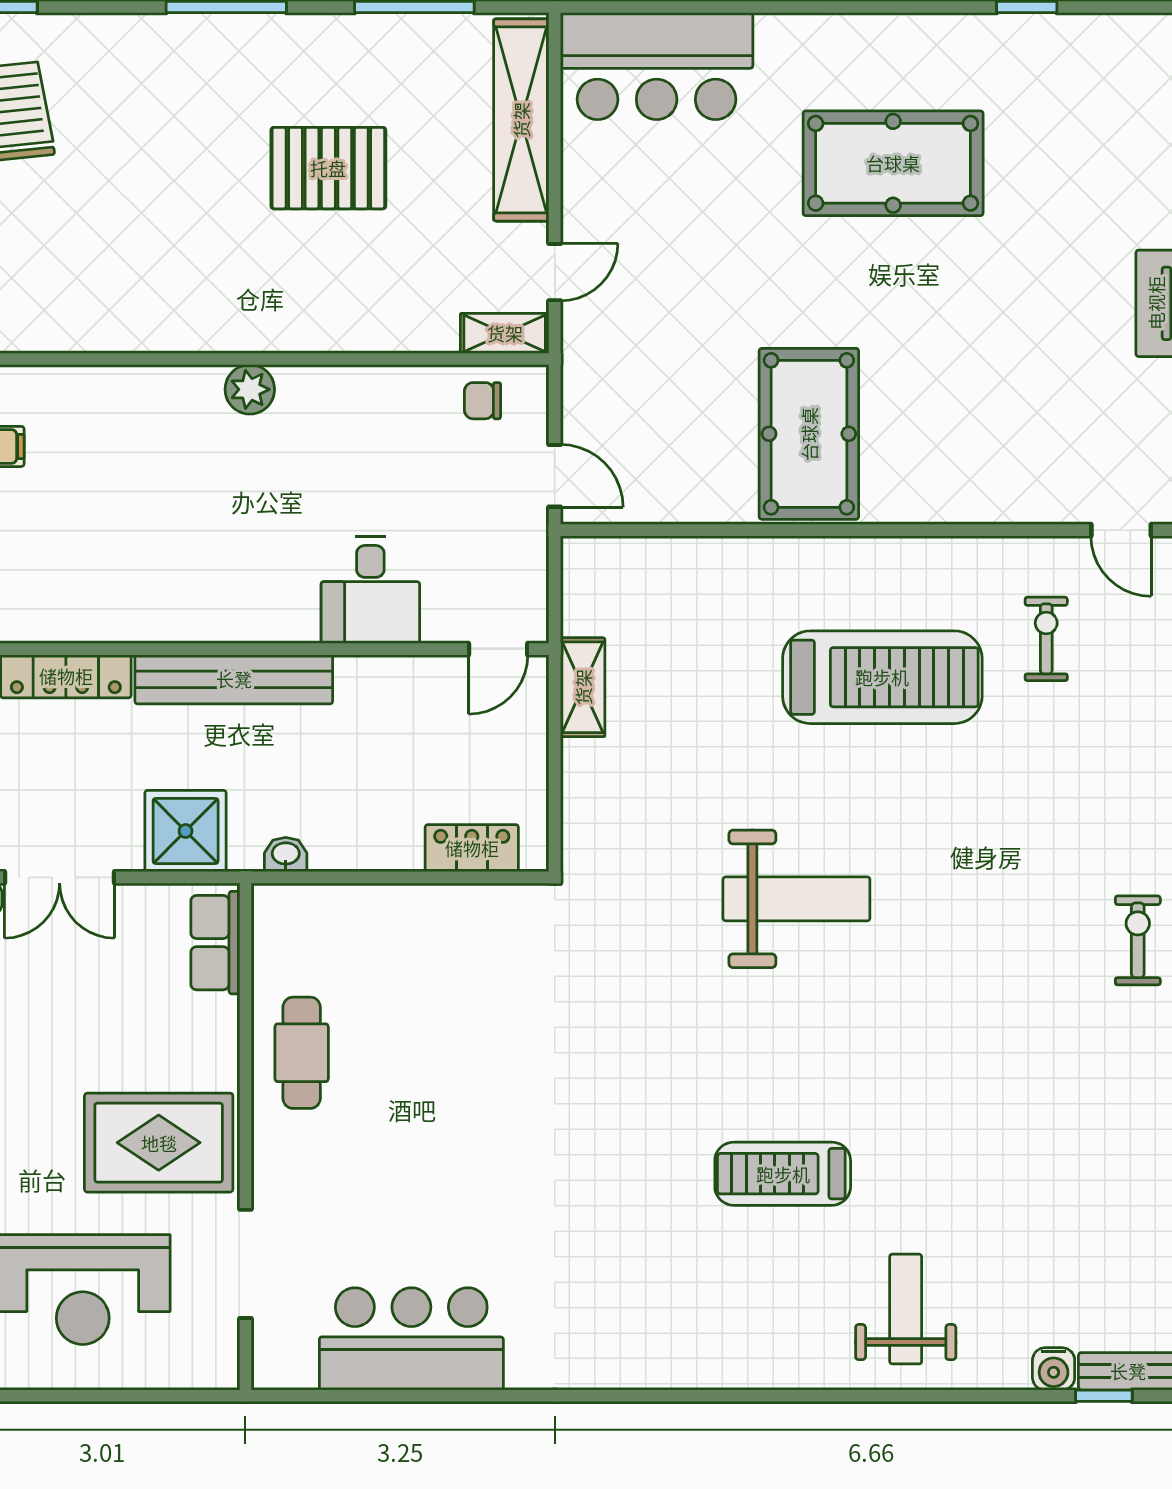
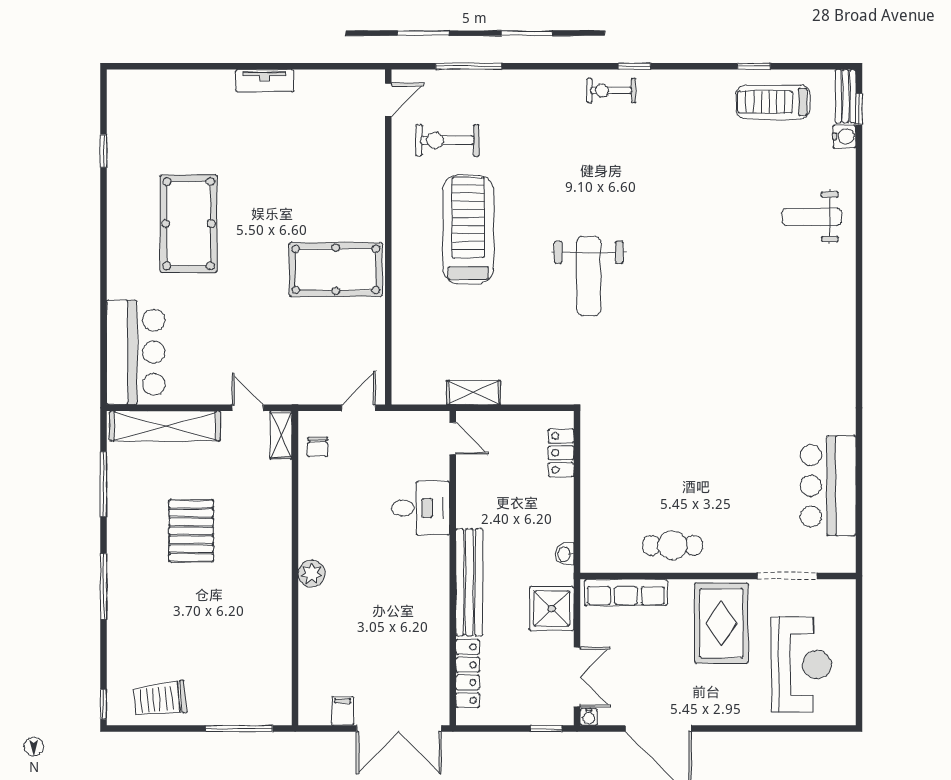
exercise bike: (1046, 639) -> (447, 140), width x1.38, depth x1.39
weight bench: (796, 899) -> (589, 276), turned 180
row of seats: (215, 943) -> (626, 592), width x1.48
treadmill: (783, 1174) -> (773, 102), moved, turned 90

